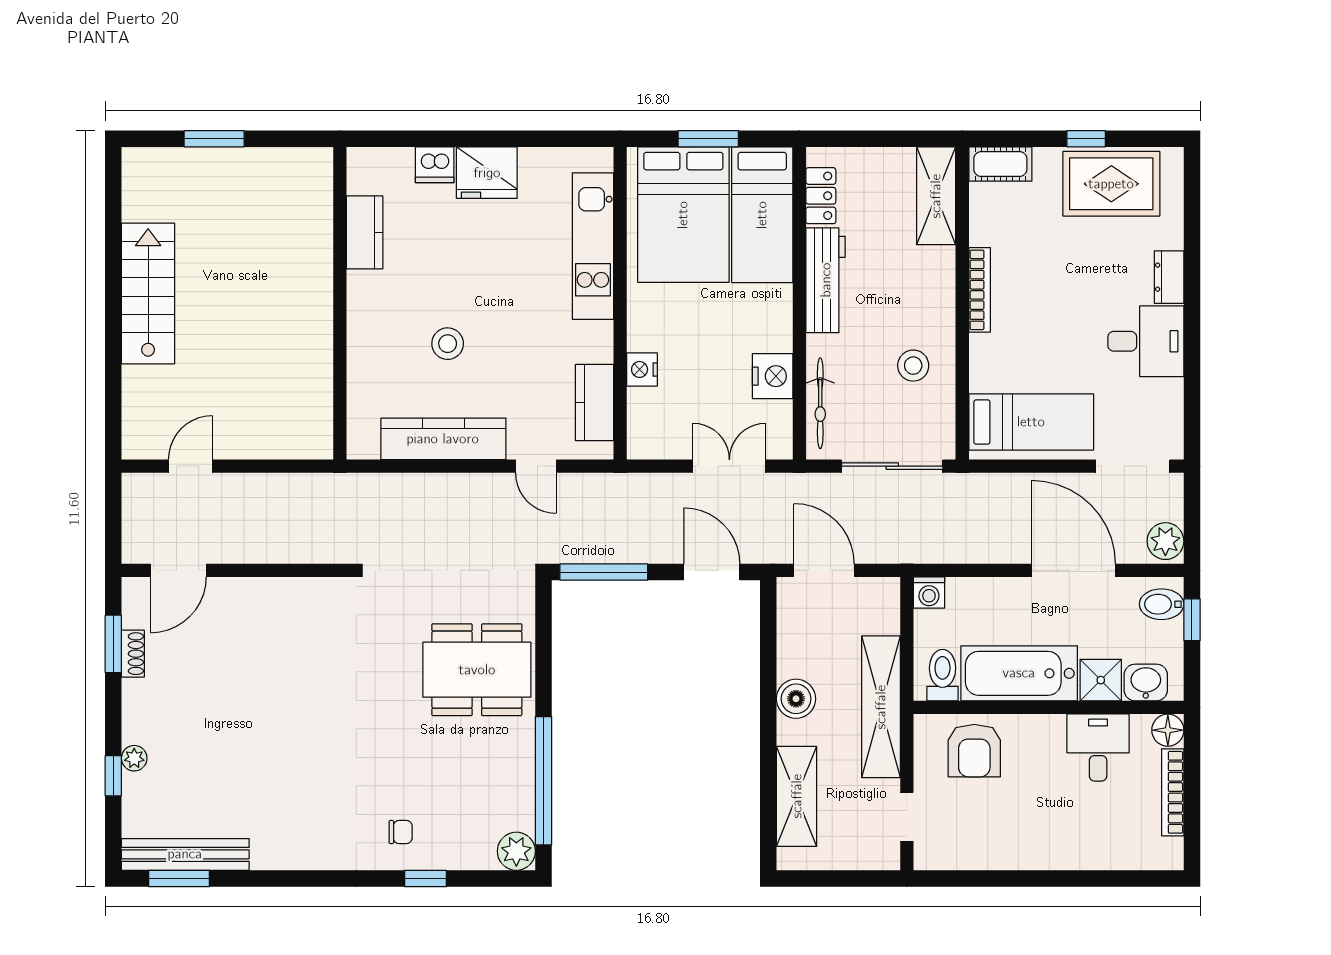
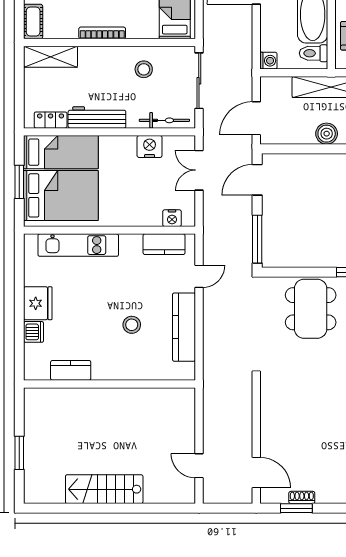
nightstand: (642, 369) -> (172, 218), moved

